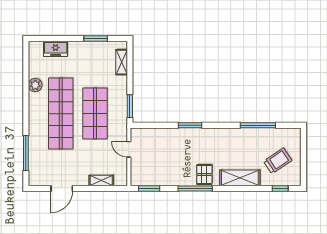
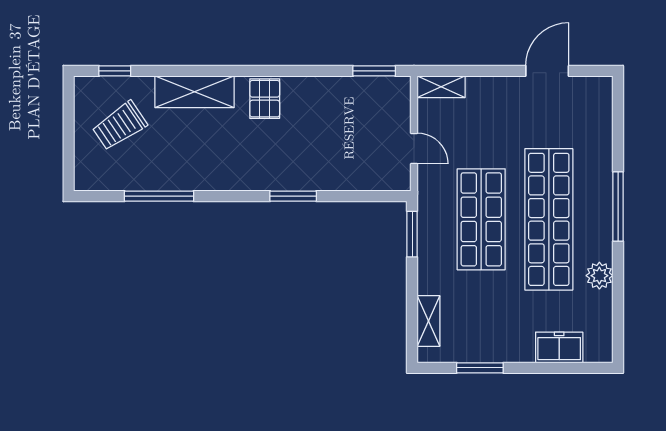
window: (26, 153) -> (618, 207), moved
shelving: (101, 181) -> (441, 87), moved
window: (195, 189) -> (283, 71), removed

